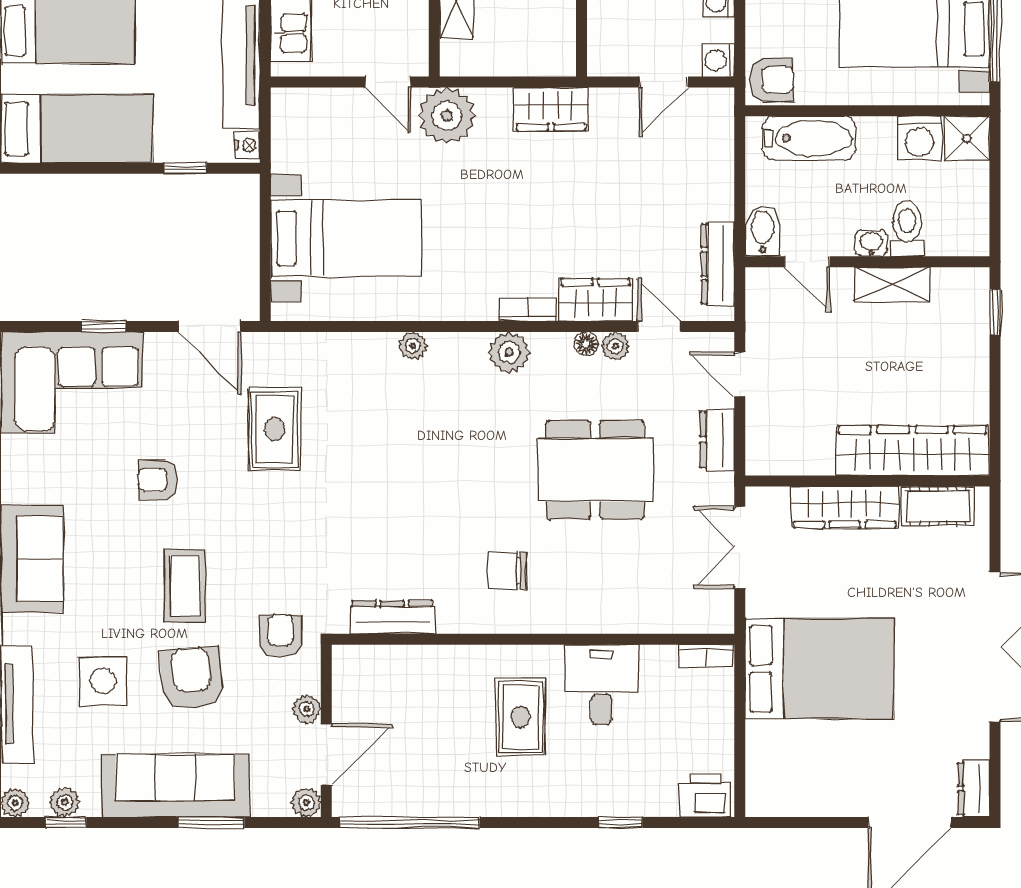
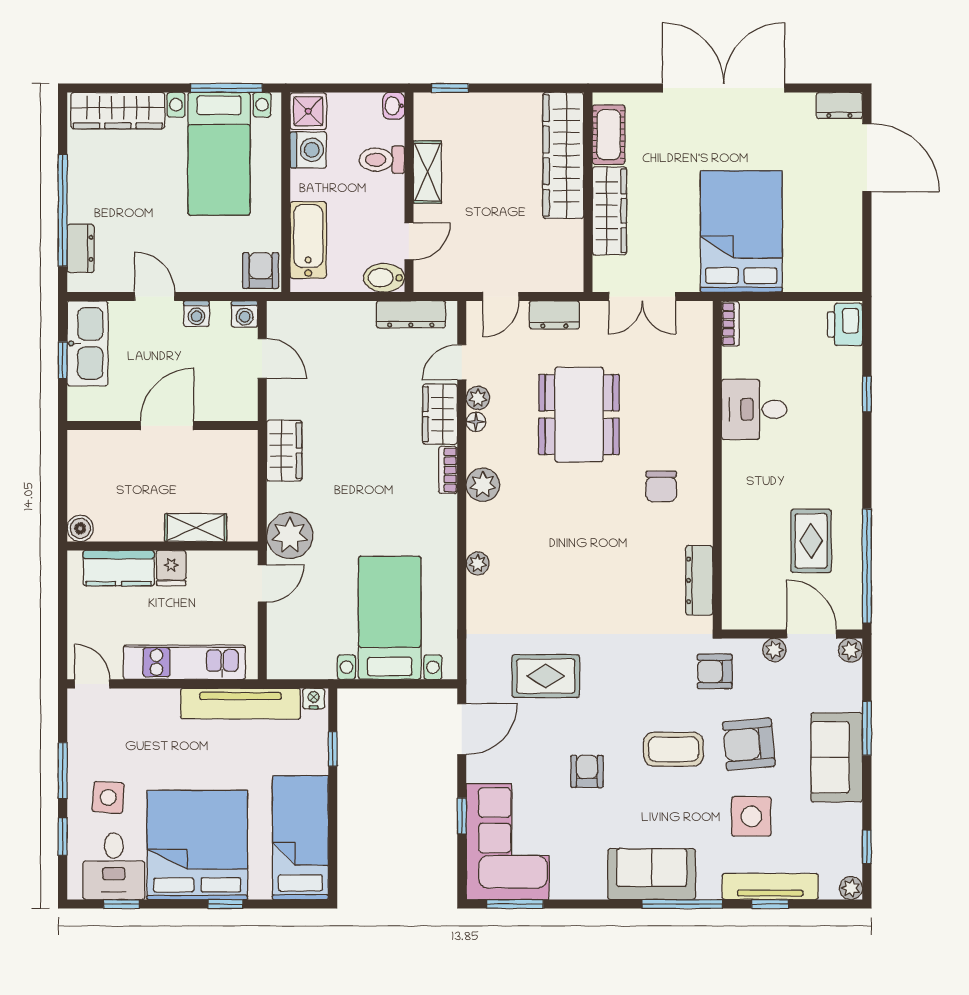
washbasin: (871, 243) -> (394, 106), moved
armchair: (158, 480) -> (587, 771), turned 180
rug: (521, 717) -> (811, 541), moved, turned 90
sofa: (175, 786) -> (837, 757), width x0.73
plant: (65, 802) -> (850, 848), removed

